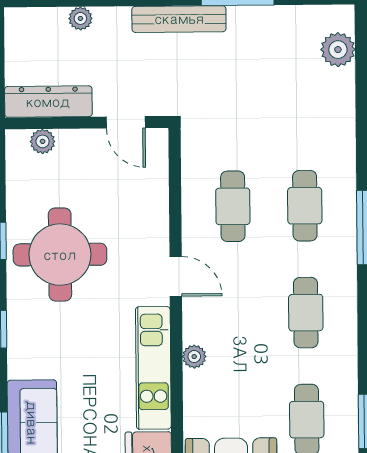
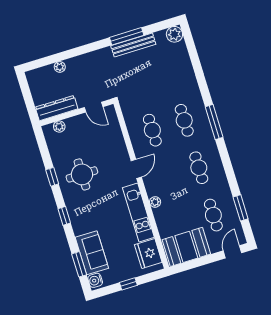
bench: (179, 19) -> (133, 45), moved
plant: (338, 50) -> (174, 34), moved
round table: (60, 255) -> (82, 174), width x0.73, depth x0.73
door: (176, 276) -> (136, 169), hinge flipped

